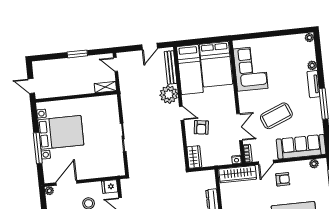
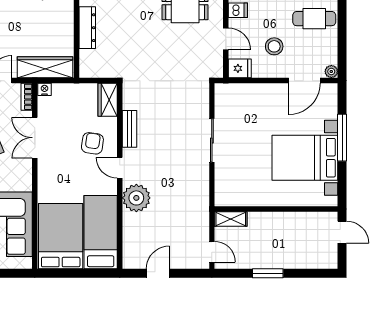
bench: (171, 67) -> (129, 129), moved, width x0.73

